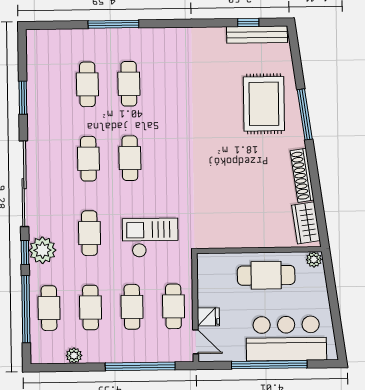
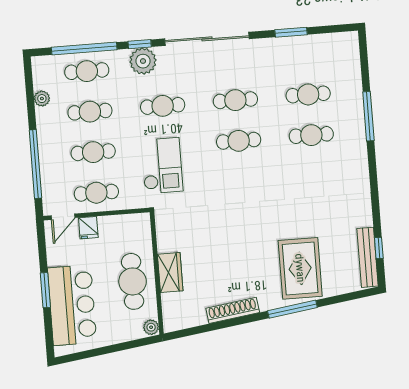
rug: (264, 104) -> (300, 268), turned 90
wardrobe: (306, 223) -> (170, 272), moved, turned 98
window: (269, 365) -> (45, 290), width x0.47

